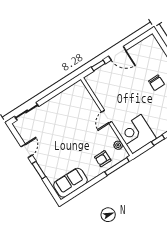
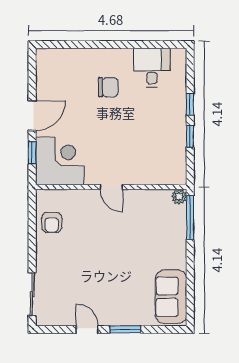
corner desk: (137, 134) -> (60, 161), moved, turned 180
plant: (118, 145) -> (179, 197), moved
armchair: (103, 159) -> (52, 222), moved

